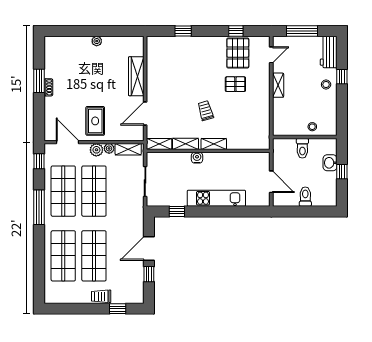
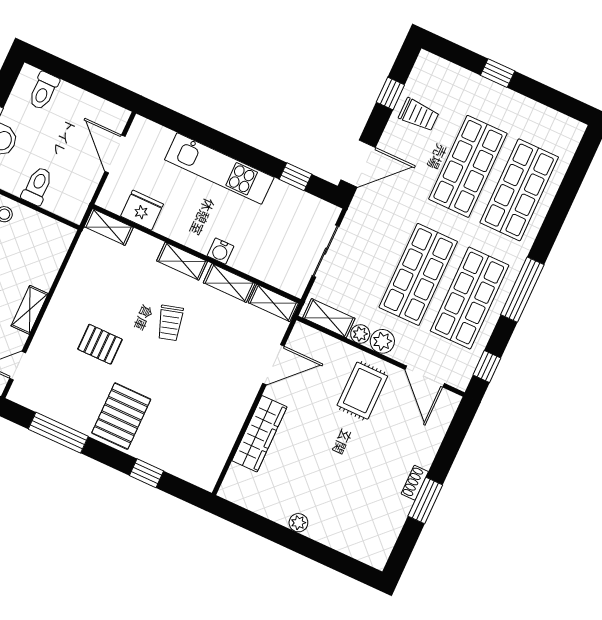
window: (236, 31) -> (58, 433), width x2.17
pallet: (238, 53) -> (121, 416), moved
shelving: (258, 144) -> (109, 227), added
fridge: (245, 160) -> (142, 210), added
toilet: (305, 197) -> (44, 91), moved
door: (149, 248) -> (358, 164), moved
trolley: (101, 296) -> (419, 115), moved
window: (118, 309) -> (498, 73), moved

